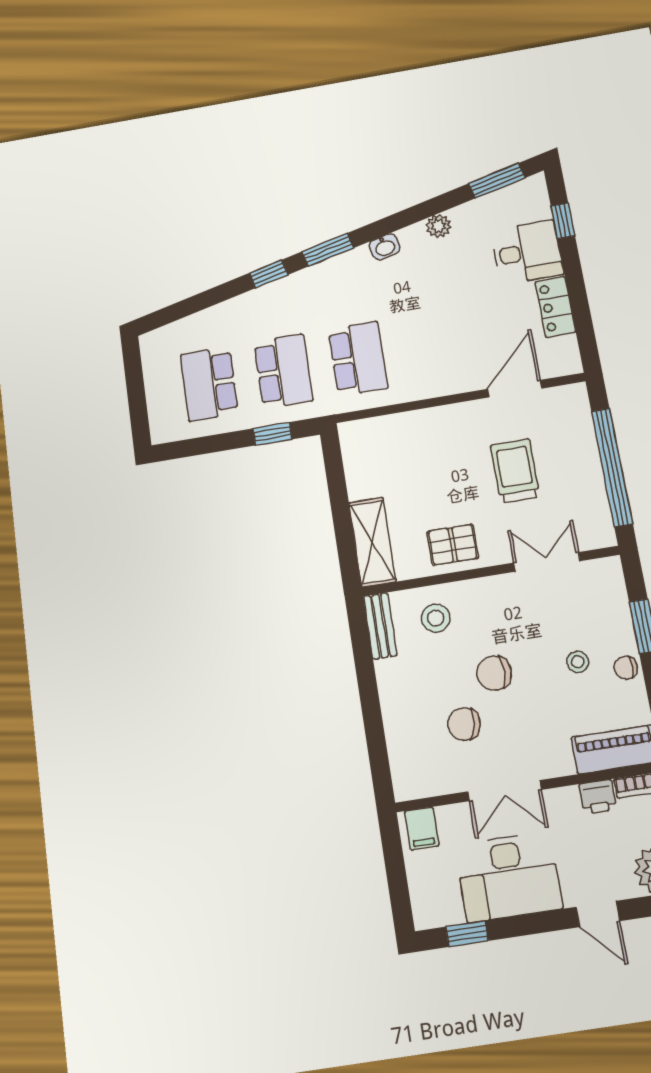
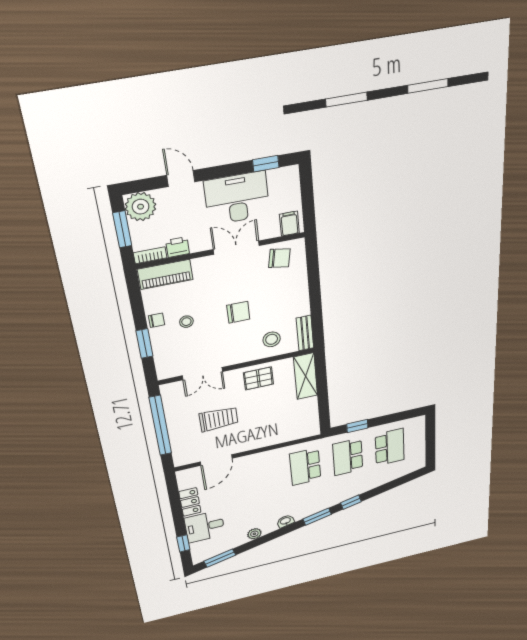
trolley: (515, 471) -> (219, 419), turned -90
chair: (464, 724) -> (279, 258), moved

